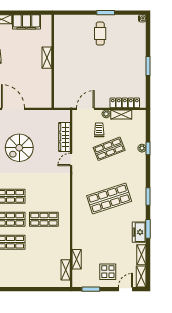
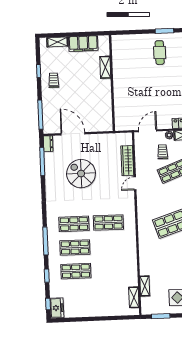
shelving: (47, 58) -> (105, 67), moved
spiral stairs: (19, 148) -> (81, 174), turned 90
shop shelf: (44, 219) -> (108, 222), moved

